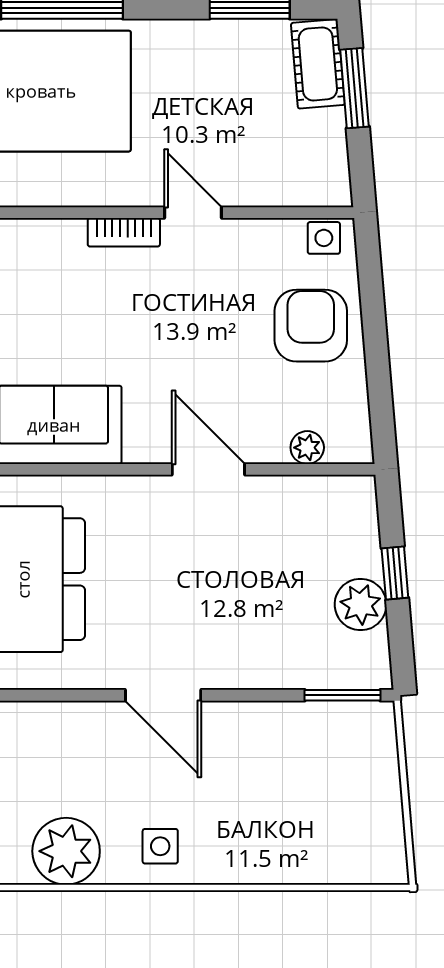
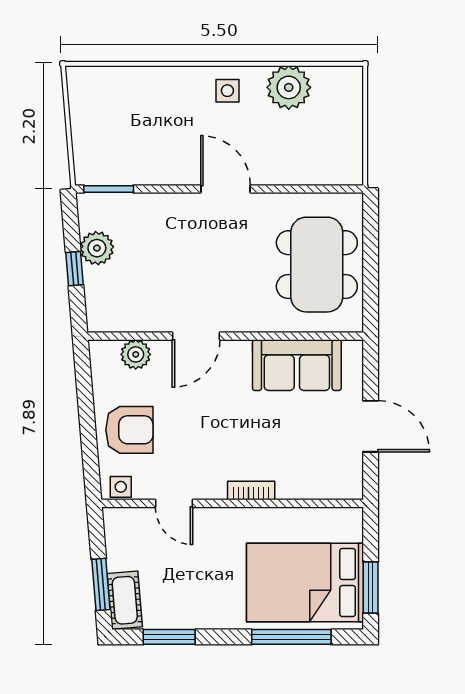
door: (193, 213) -> (174, 503), moved
armchair: (311, 326) -> (129, 430), turned -90
plant: (307, 448) -> (136, 354), width x1.38, depth x1.38
door: (208, 469) -> (196, 336), hinge flipped

